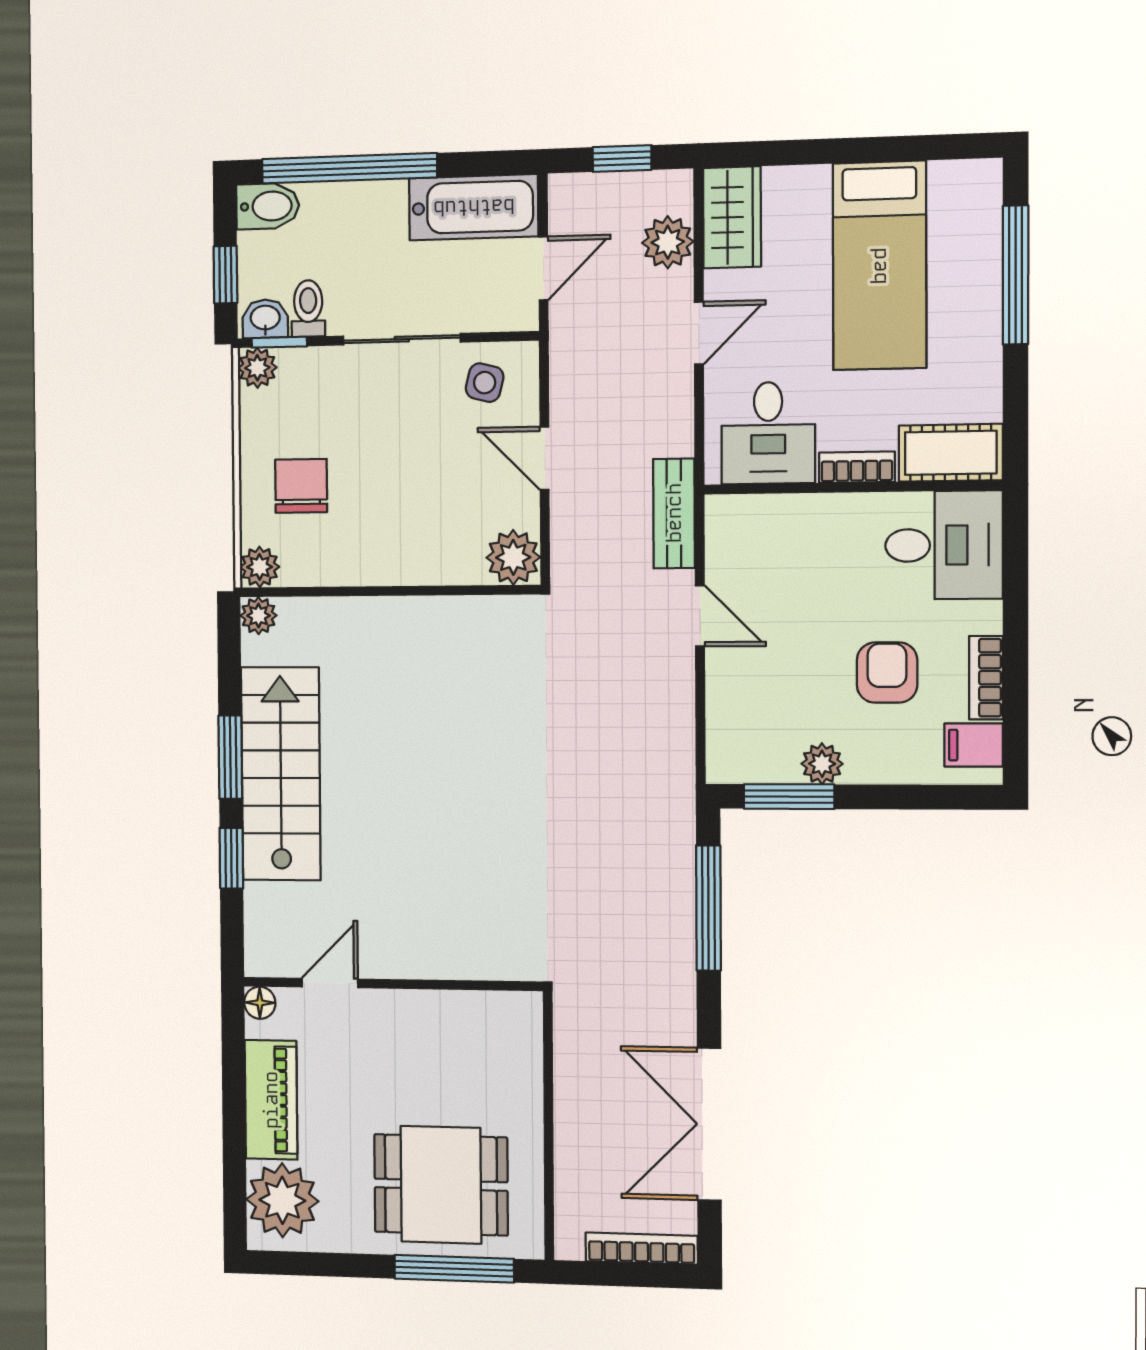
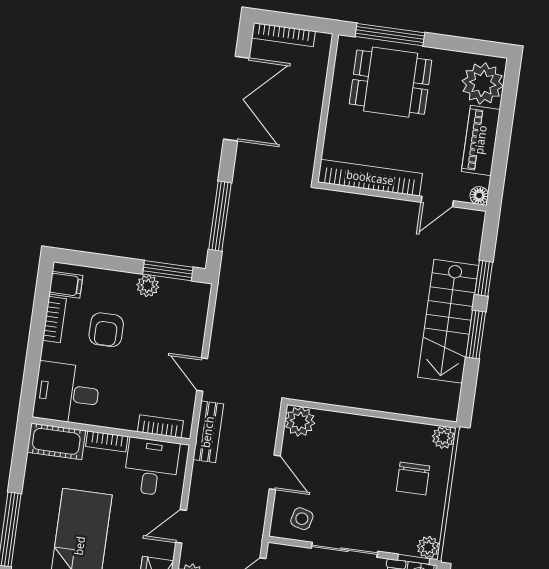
bookcase: (762, 510) -> (160, 426), added
plant: (259, 616) -> (448, 411), removed
bookcase: (452, 1011) -> (370, 178), added

